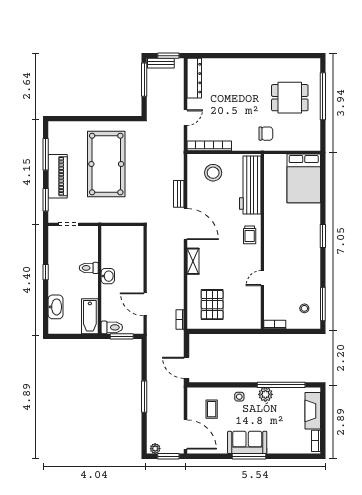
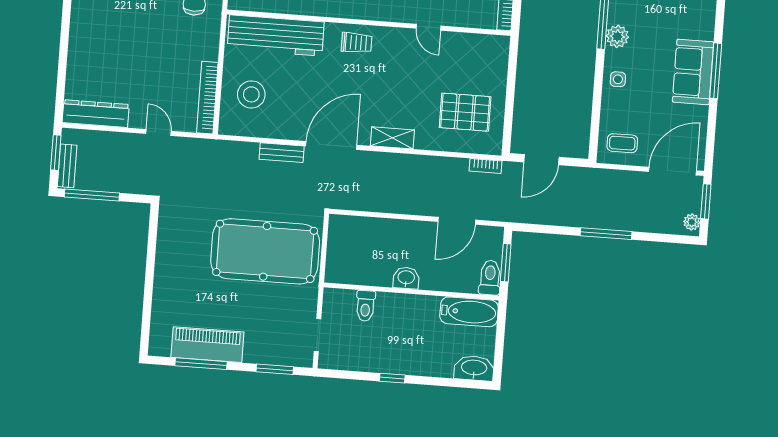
pool table: (106, 164) -> (265, 251), moved
piano: (58, 176) -> (207, 345), moved
toilet: (89, 268) -> (365, 306), moved
washbasin: (56, 307) -> (474, 368), moved
door: (187, 368) -> (541, 160), moved
coffee table: (212, 409) -> (622, 143), moved

